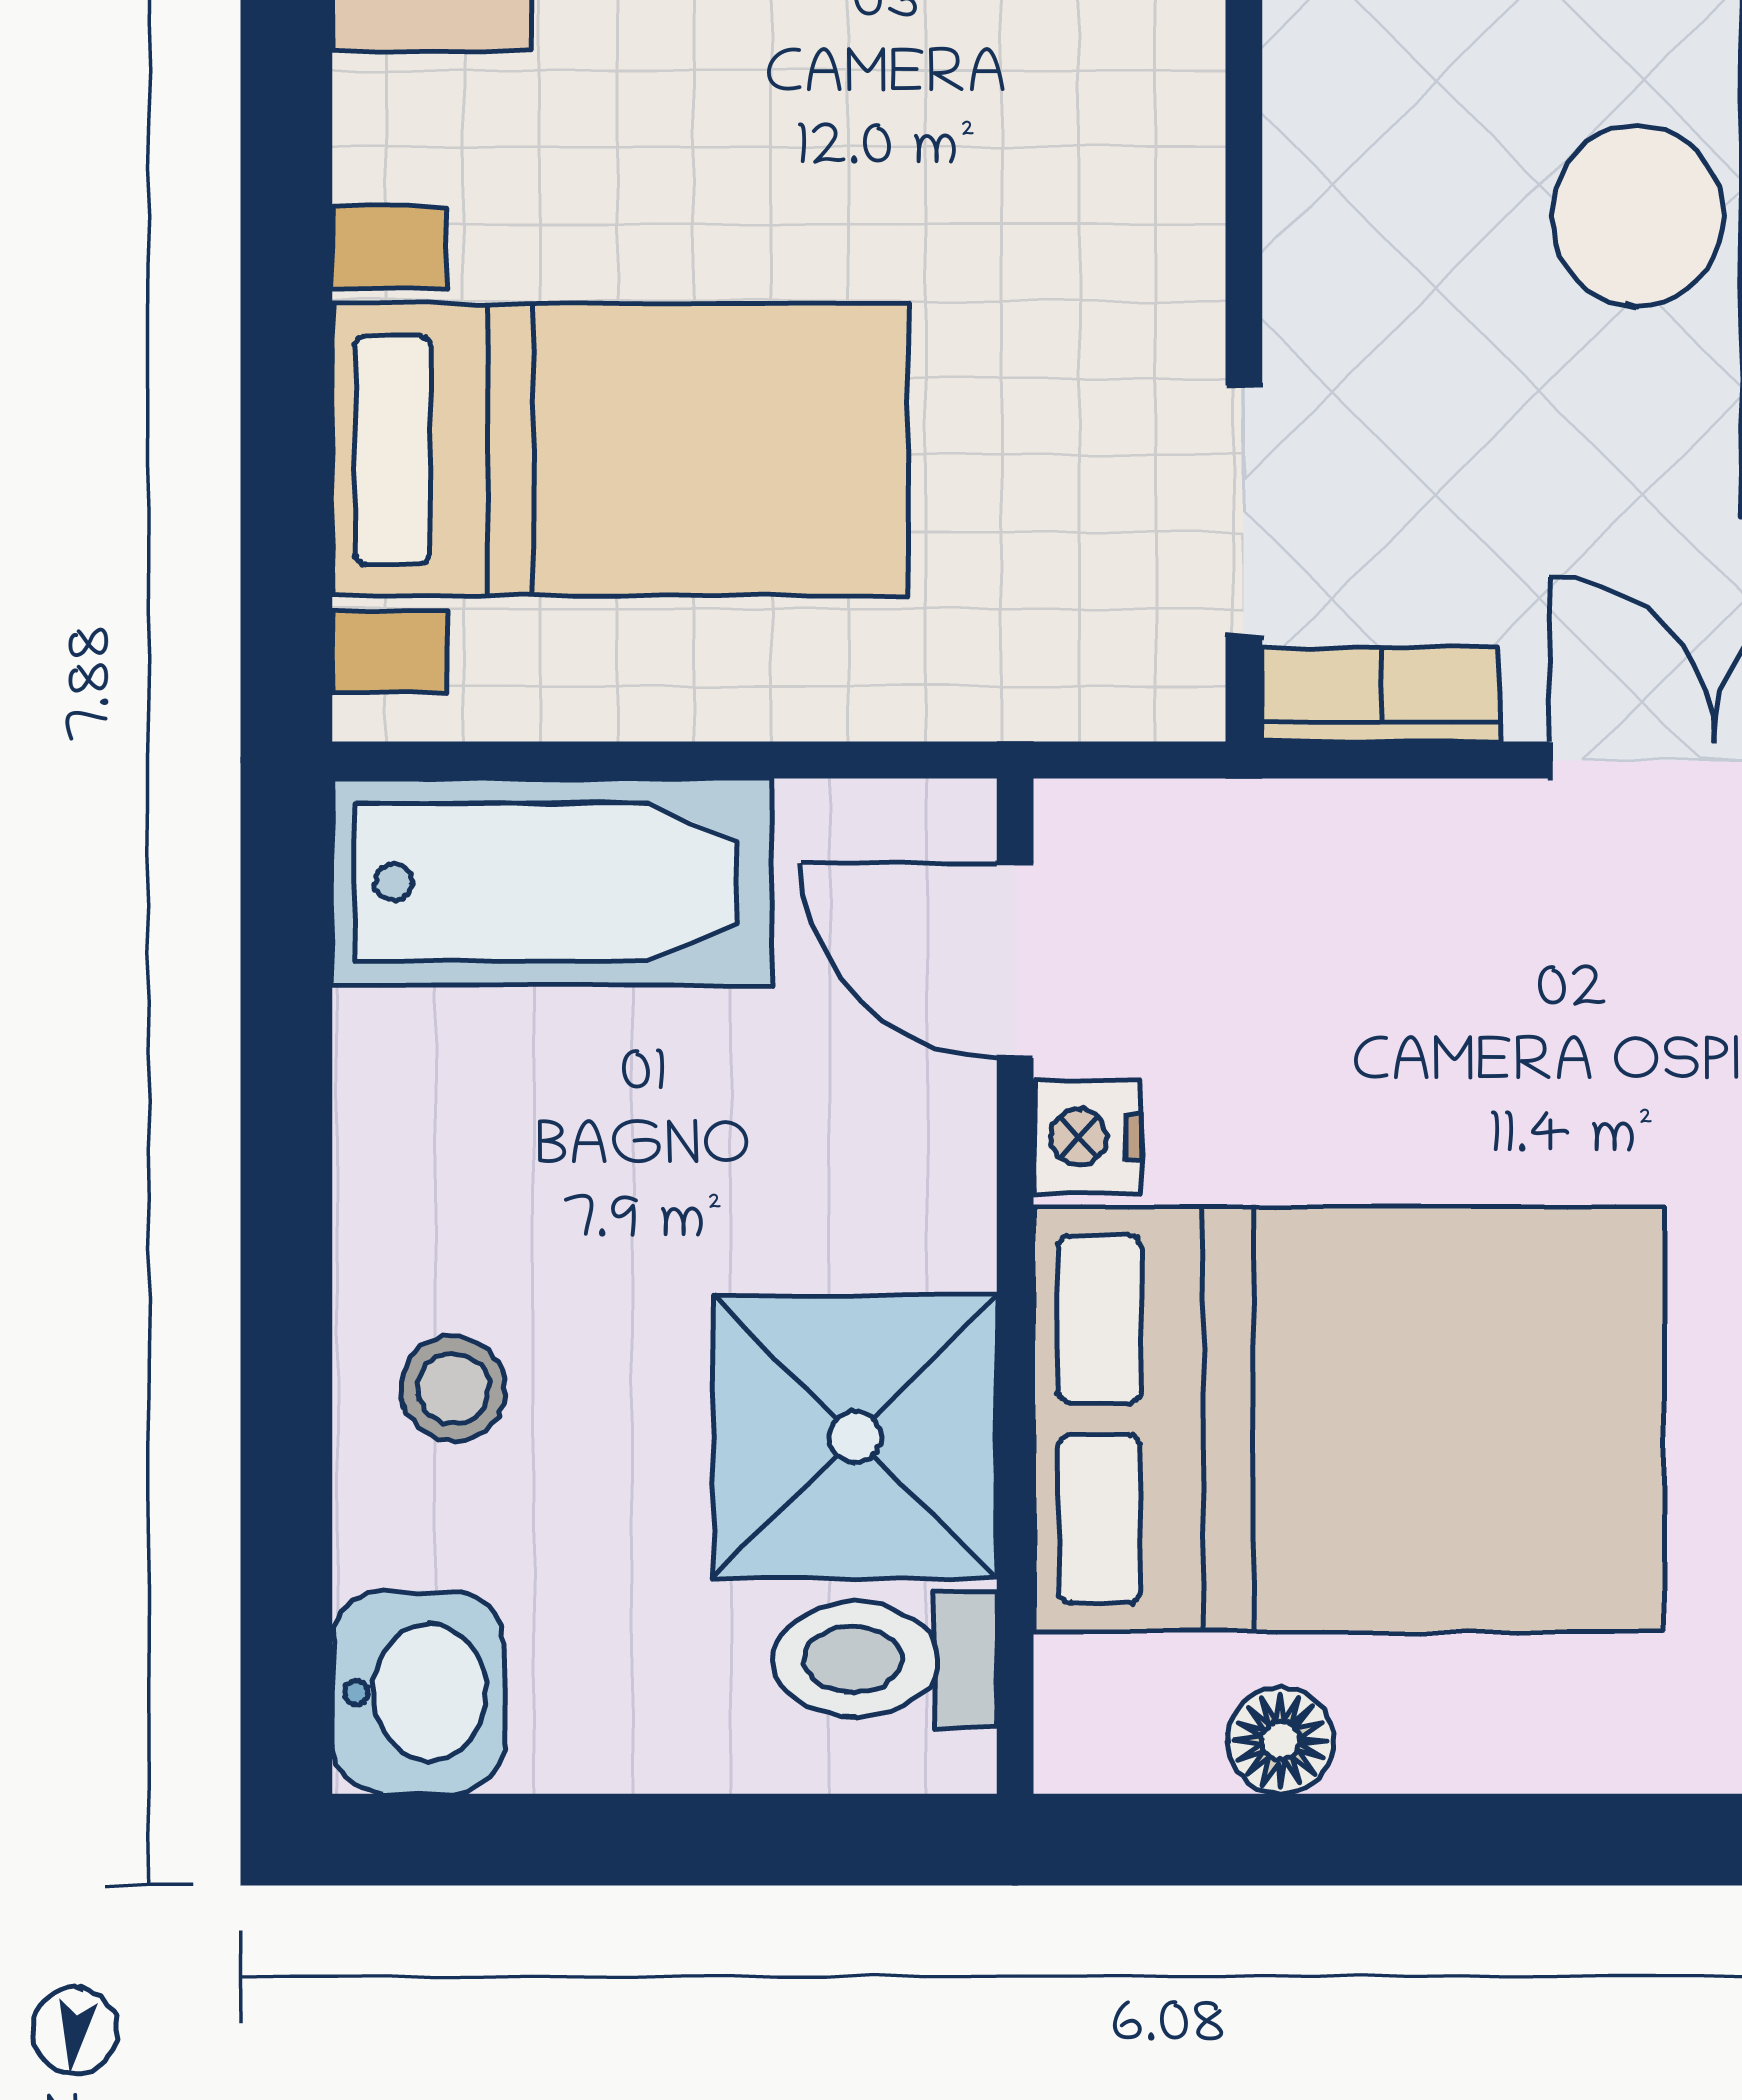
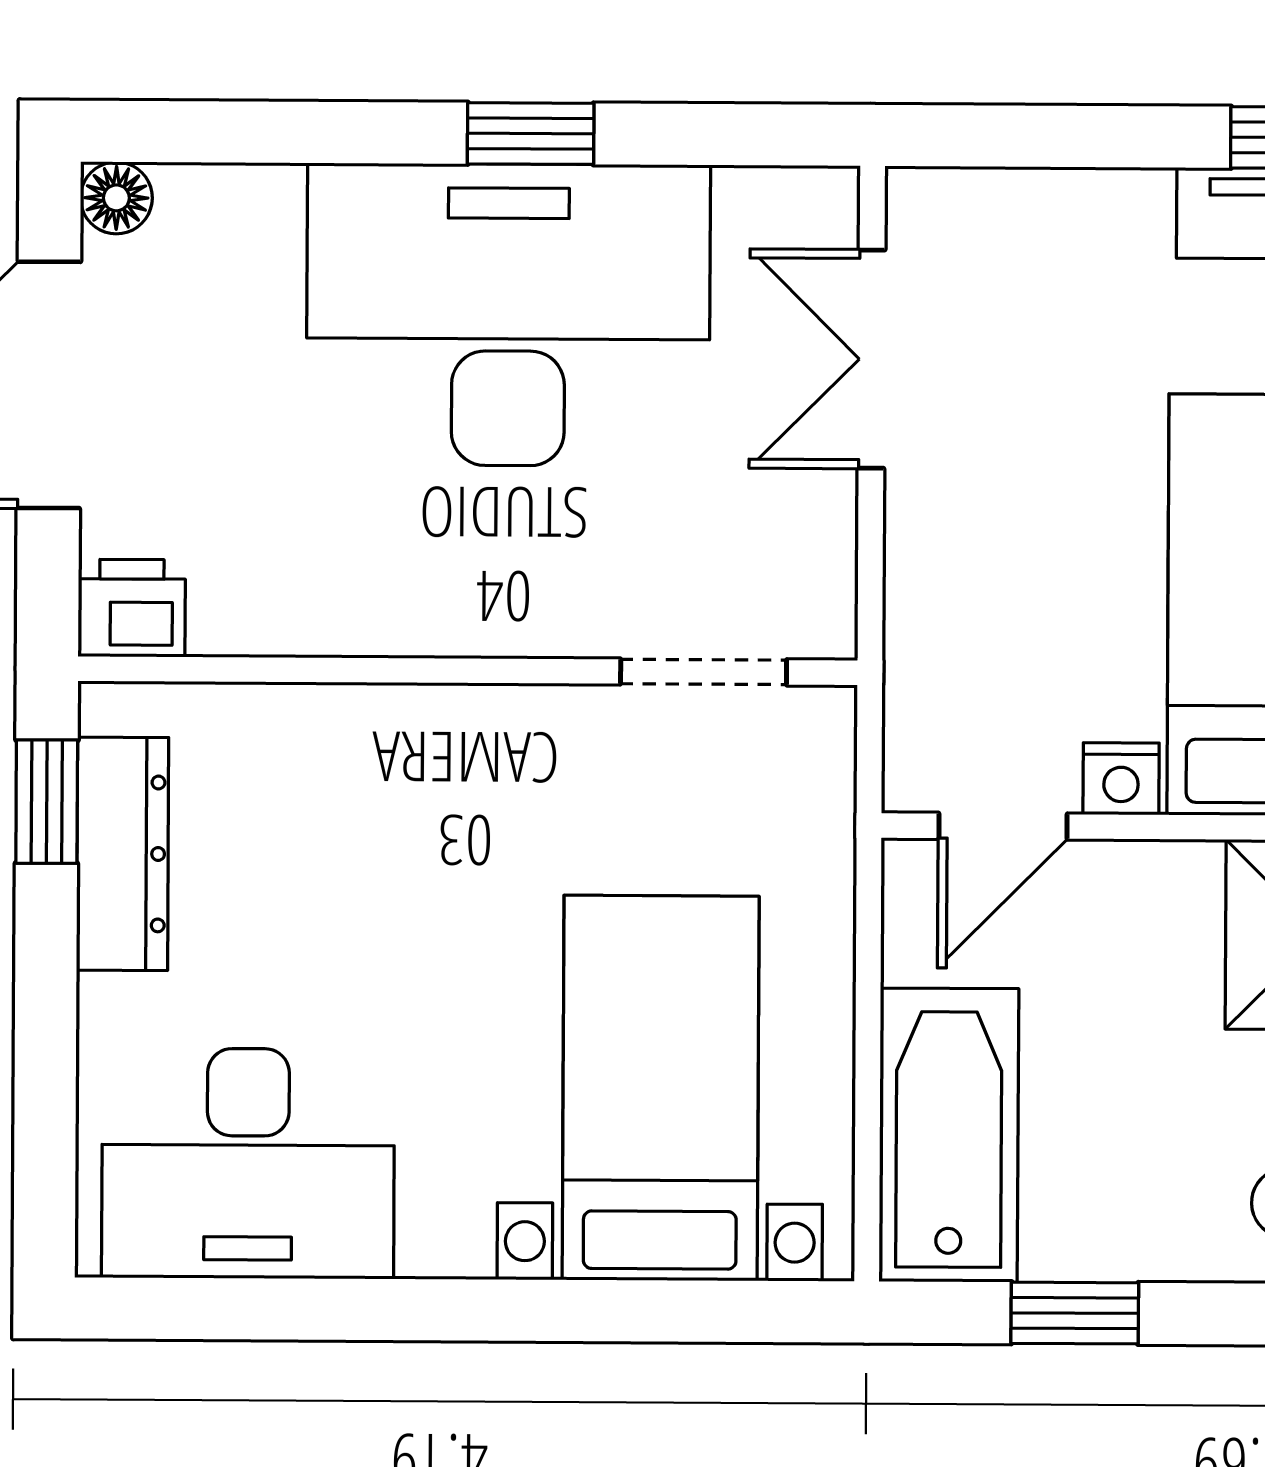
bookcase: (1381, 694) -> (826, 581), removed
window: (286, 1072) -> (1075, 1313), added

